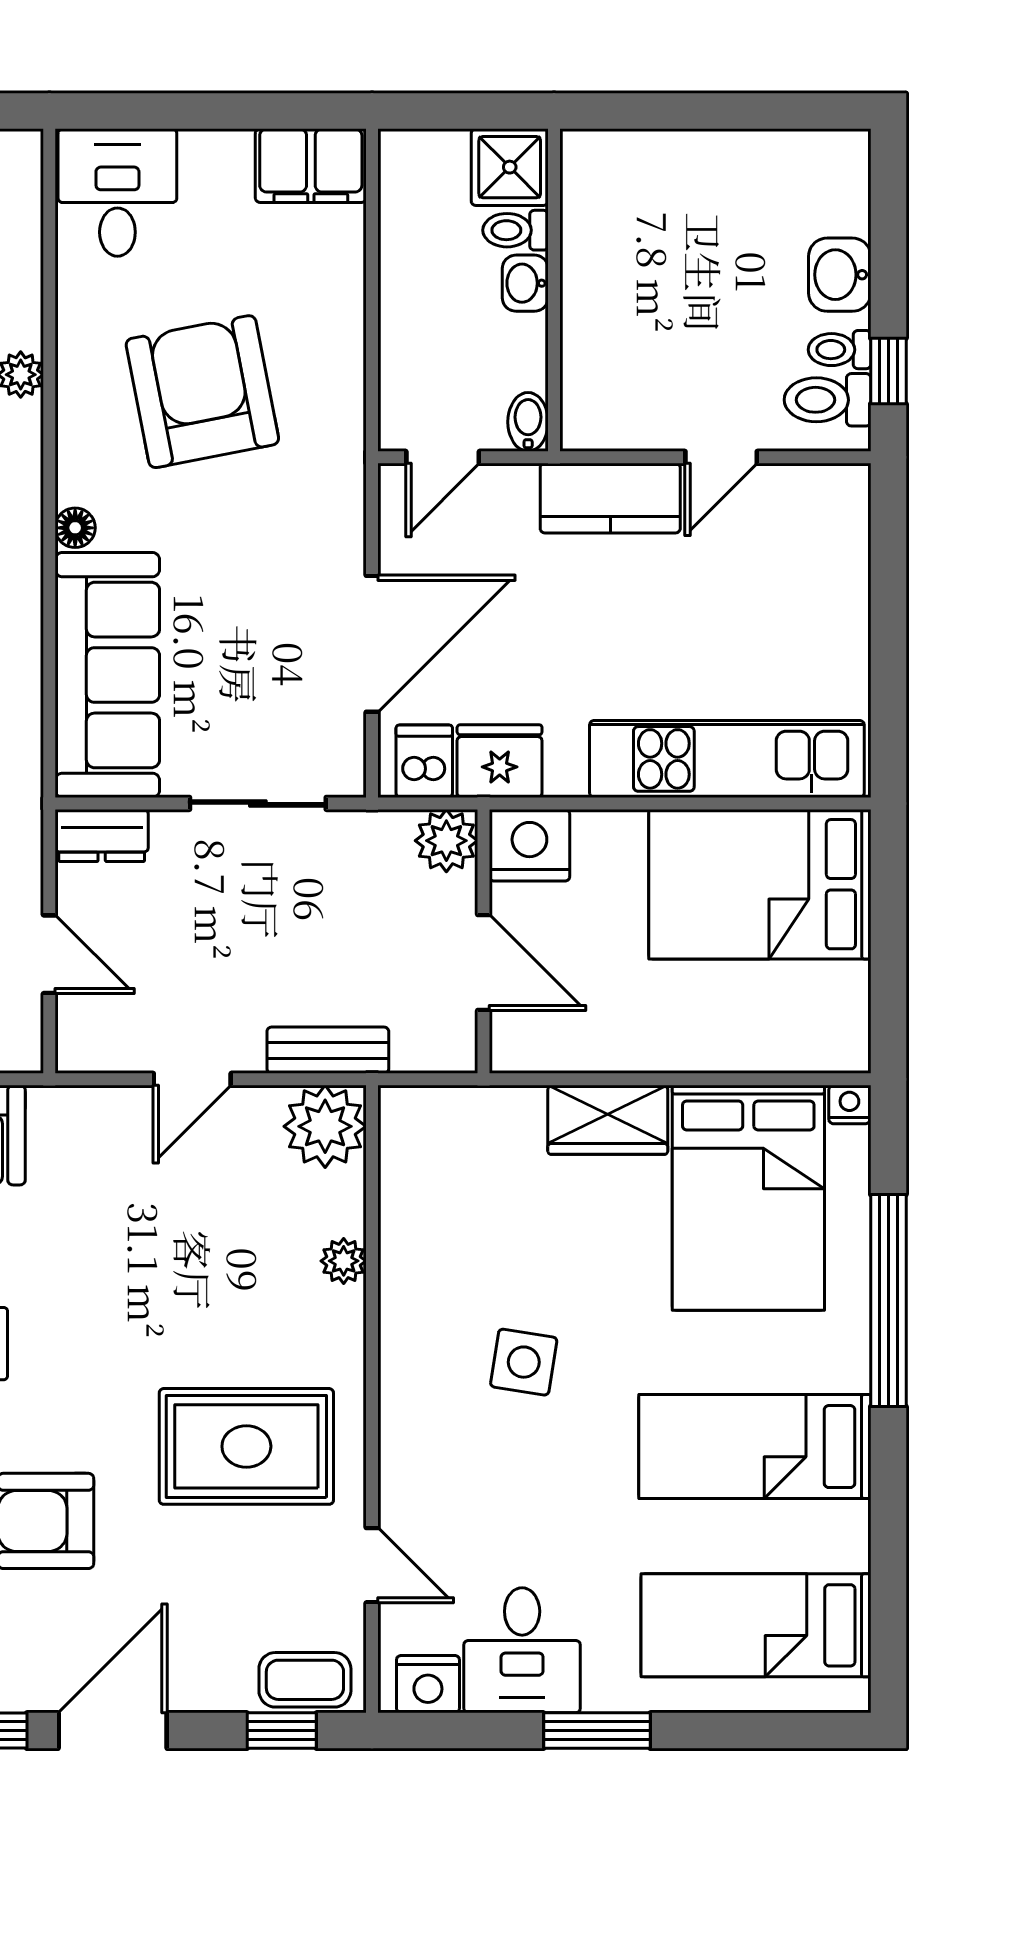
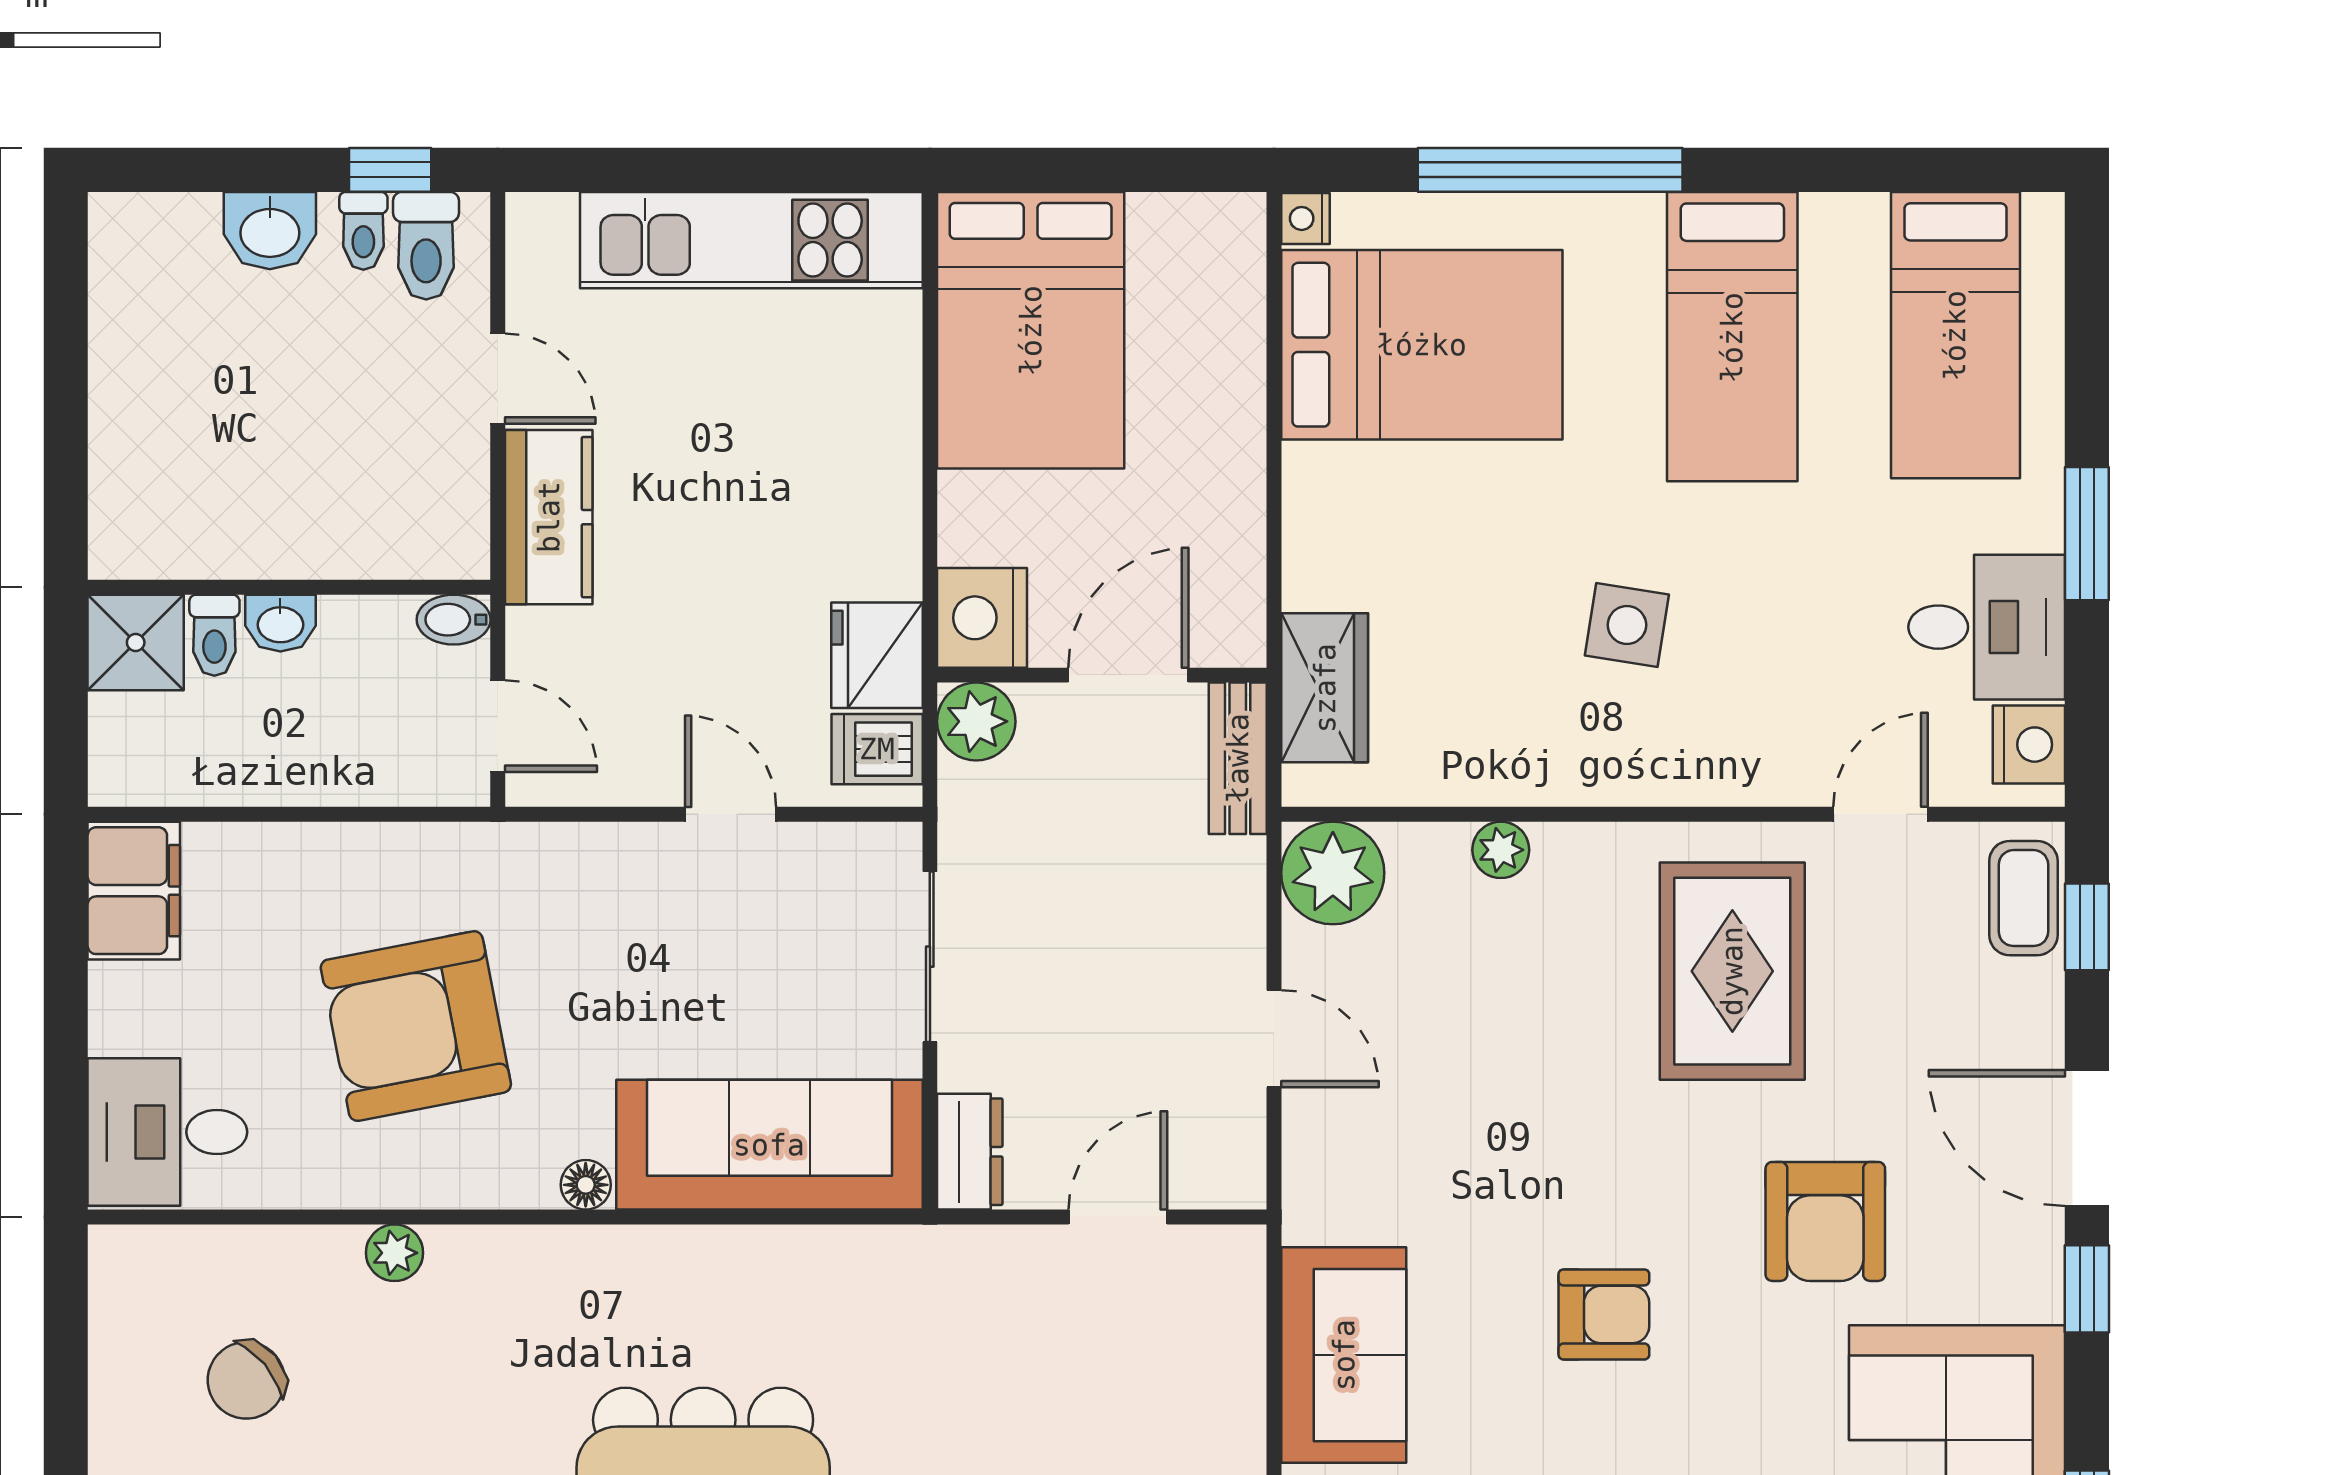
door: (372, 644) -> (731, 814), width x0.53
kitchen unit: (727, 759) -> (751, 240), moved, turned -90
bench: (328, 1050) -> (1238, 758), moved
wardrobe: (608, 1120) -> (1325, 688), moved

